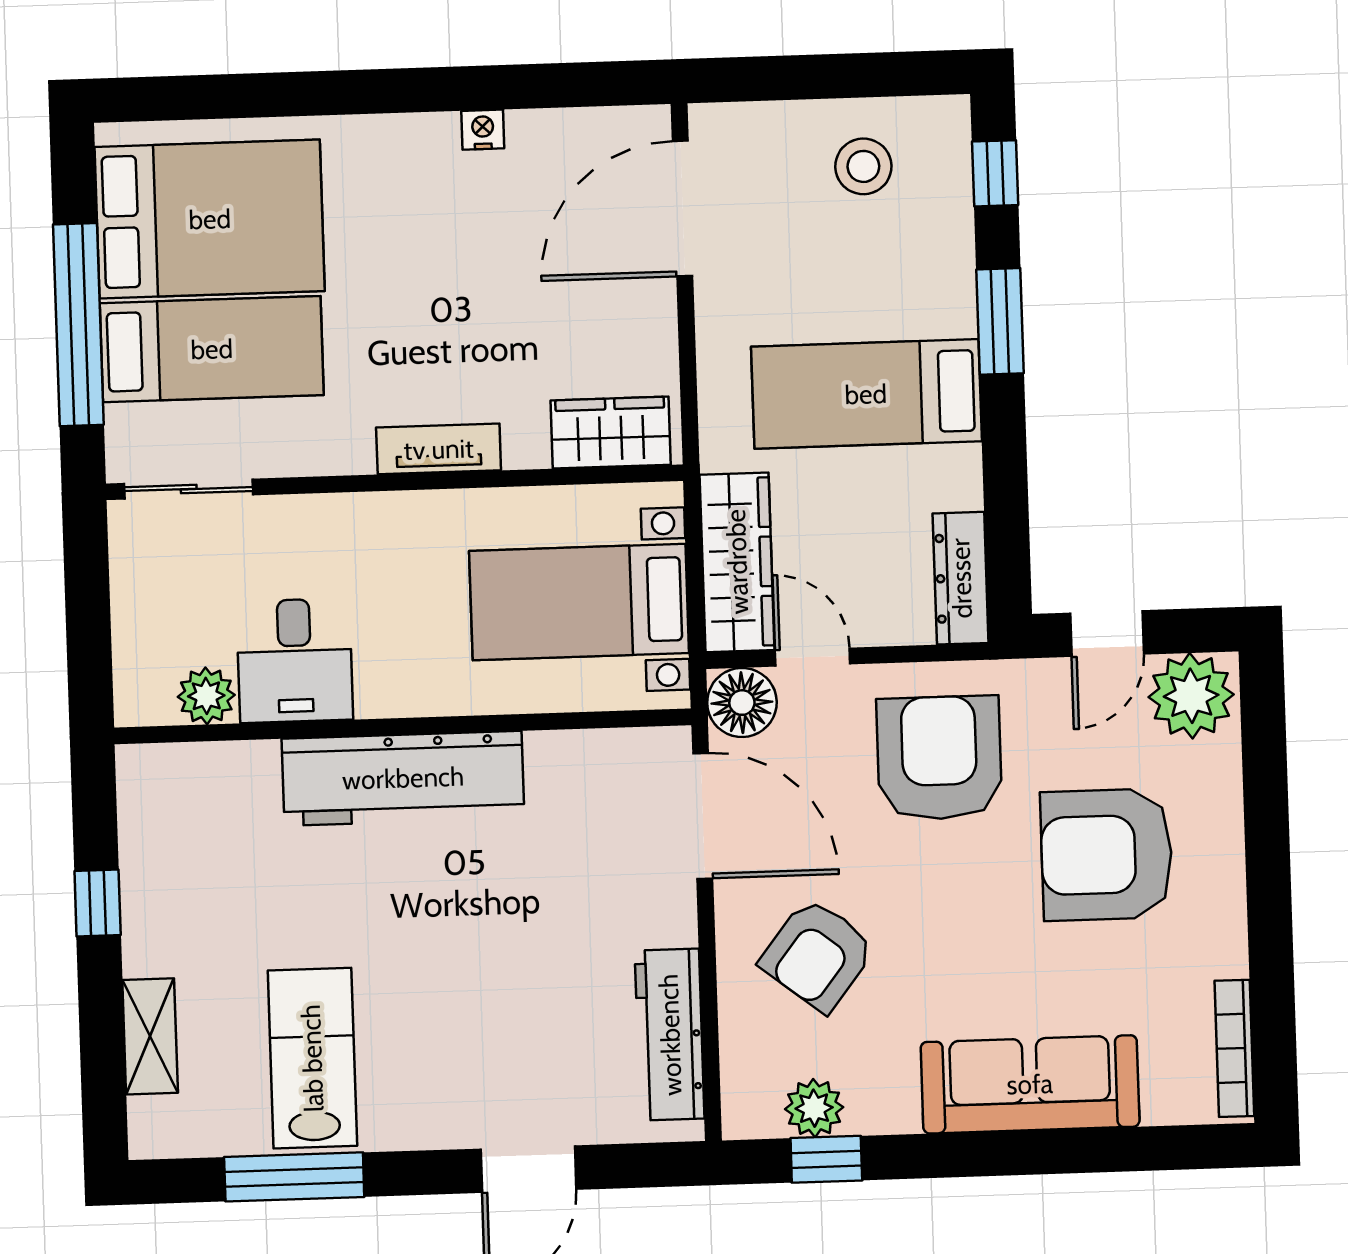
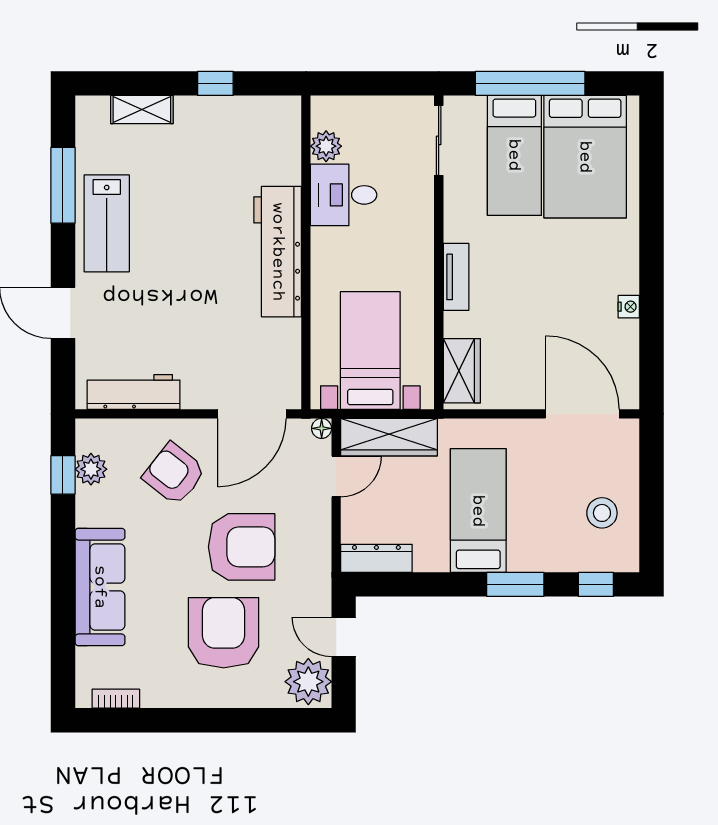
floor lamp: (742, 703) -> (322, 428), width x0.53, depth x0.53
armchair: (939, 758) -> (242, 547), moved
bookcase: (1234, 1048) -> (116, 699), width x0.64
lab bench: (312, 1058) -> (107, 223), moved, turned 90

